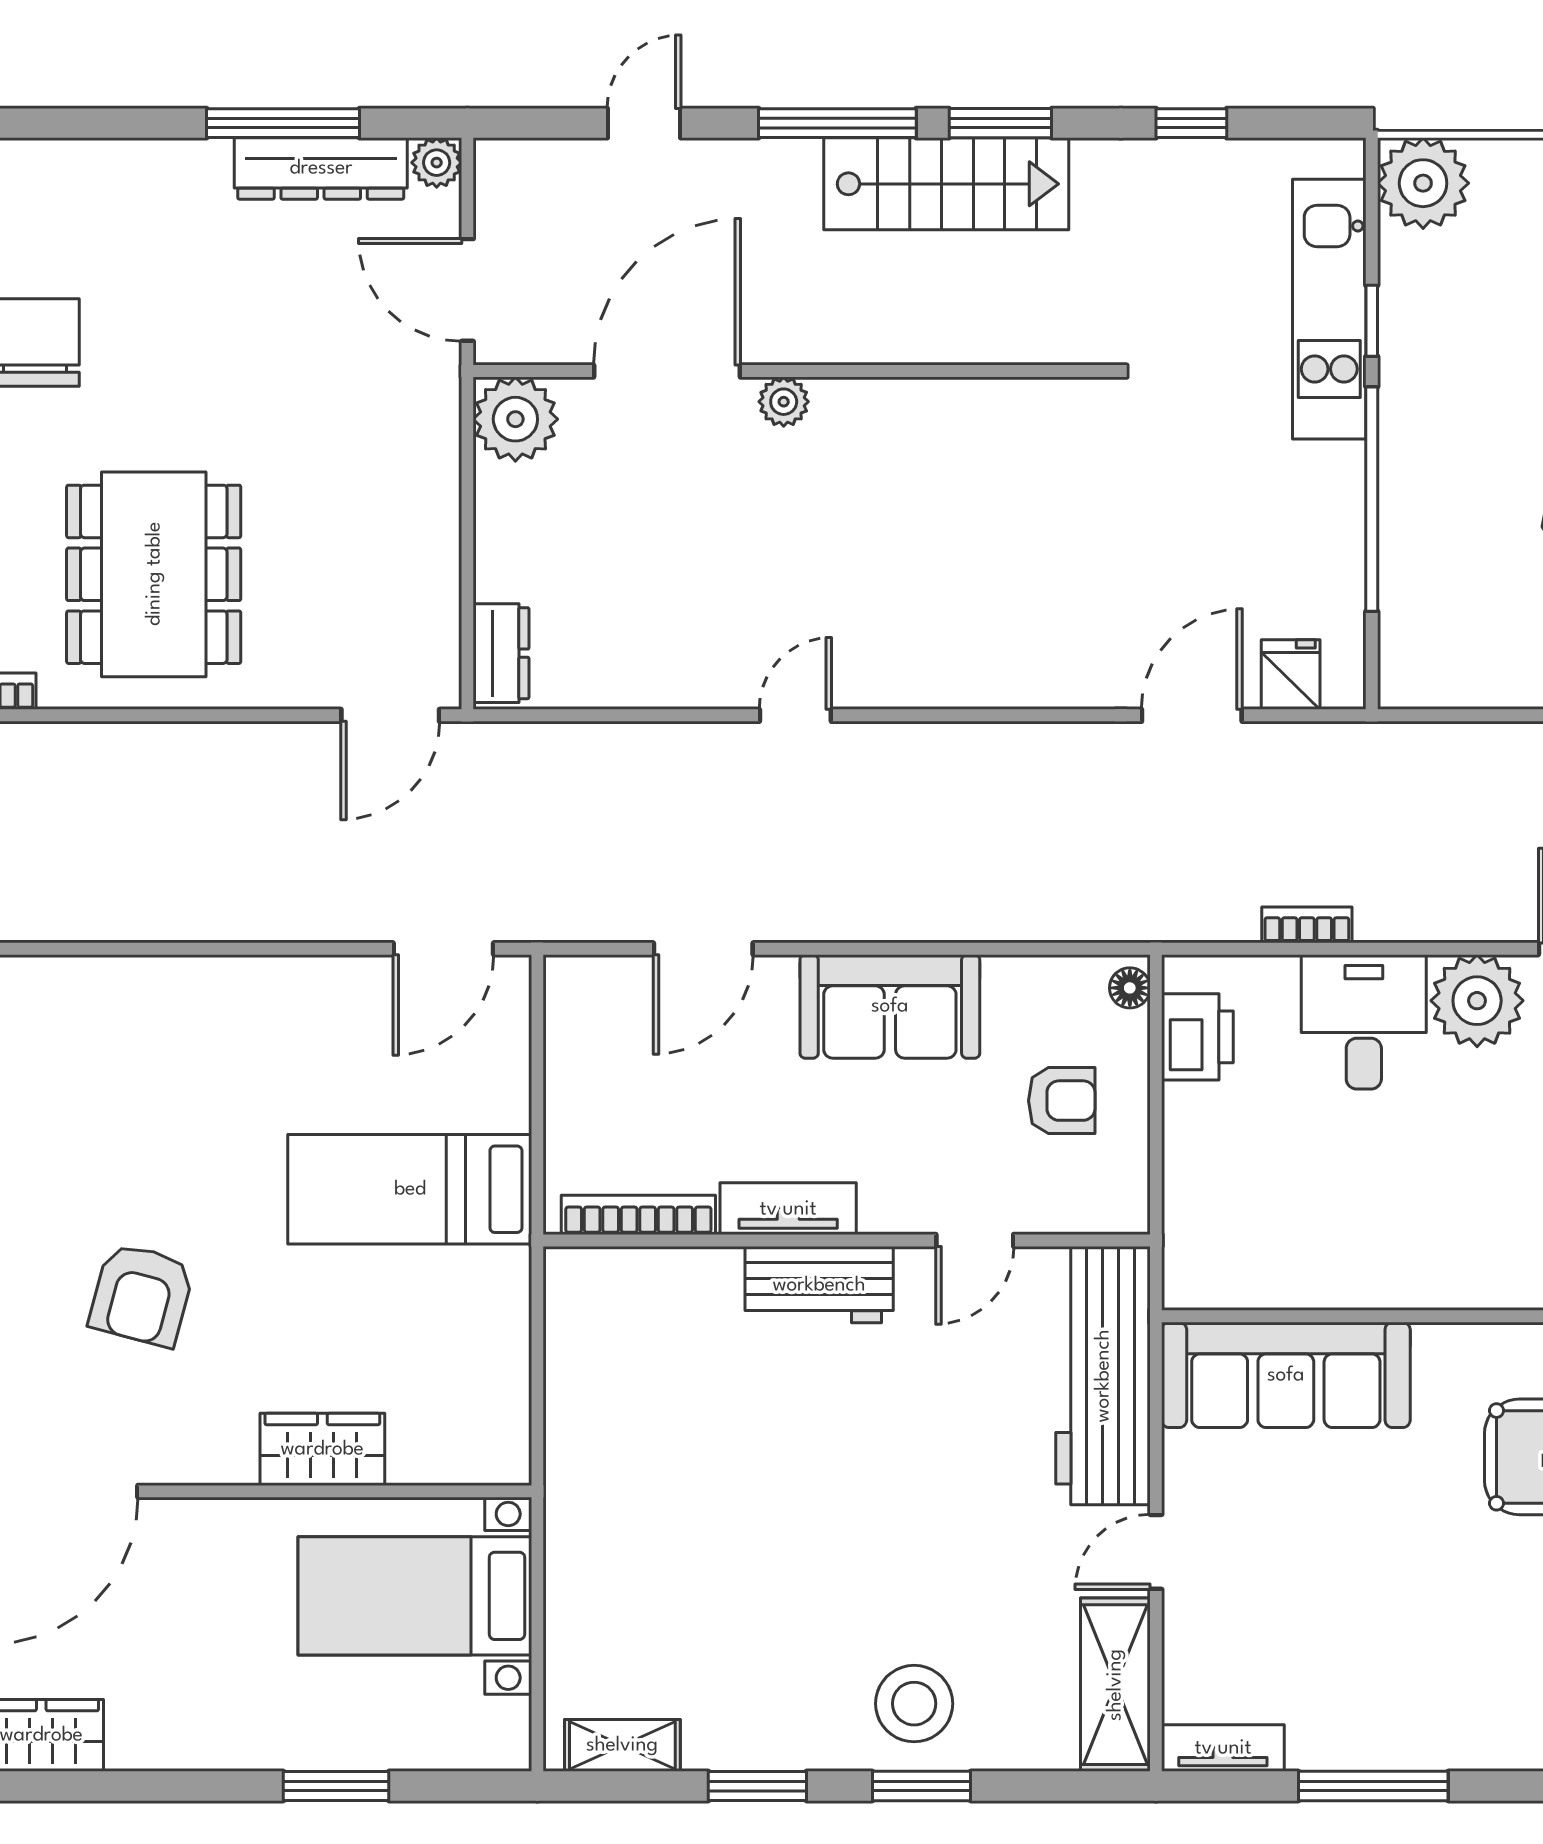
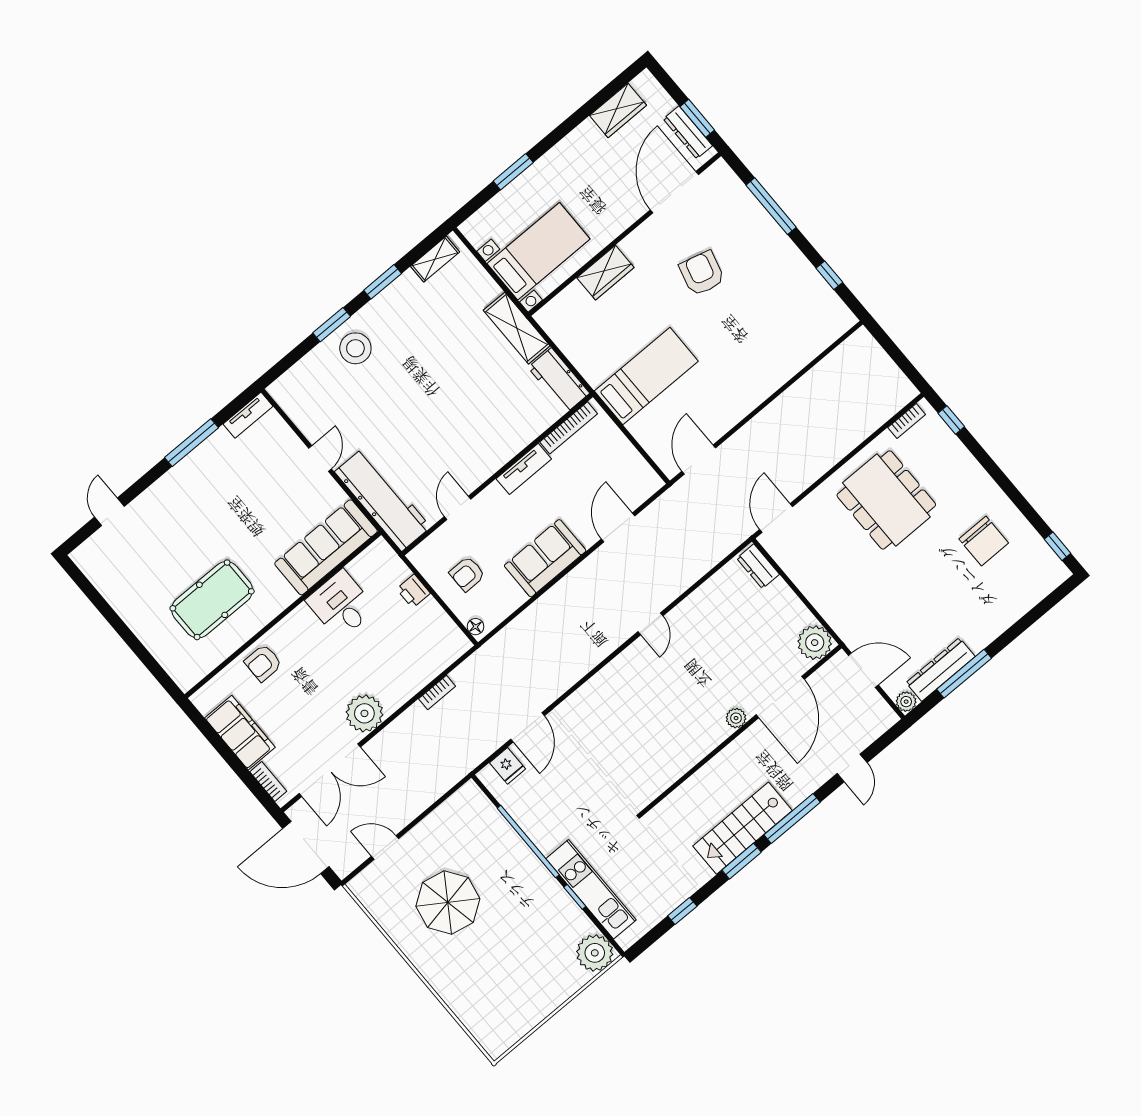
desk: (1364, 1022) -> (341, 605), moved, turned 180
printer: (1197, 1037) -> (413, 591), moved, width x0.73, depth x0.81
workbench: (819, 1285) -> (559, 380), moved, turned -90
shelving: (1115, 1685) -> (517, 328), moved

